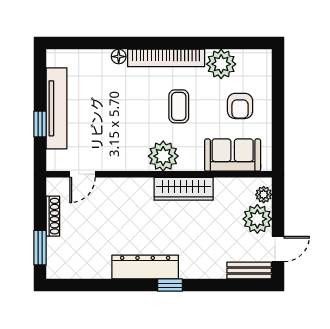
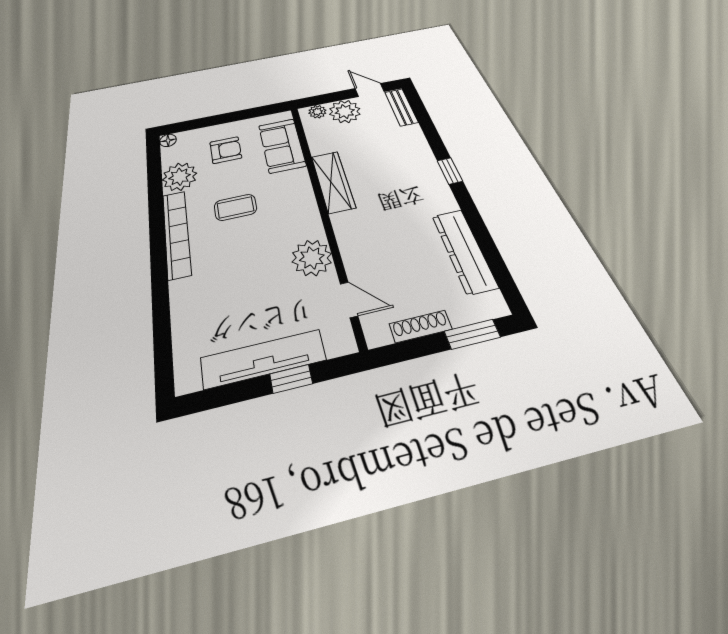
floor lamp: (119, 57) -> (168, 140), moved
plant: (163, 156) -> (312, 258), moved
dresser: (145, 267) -> (464, 251), moved

